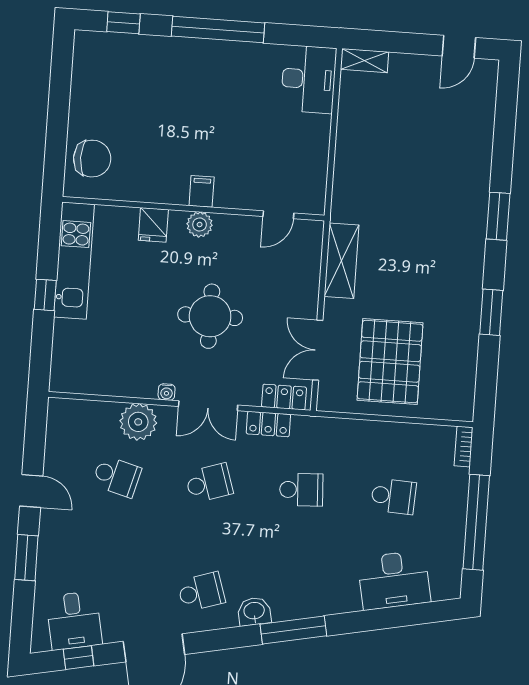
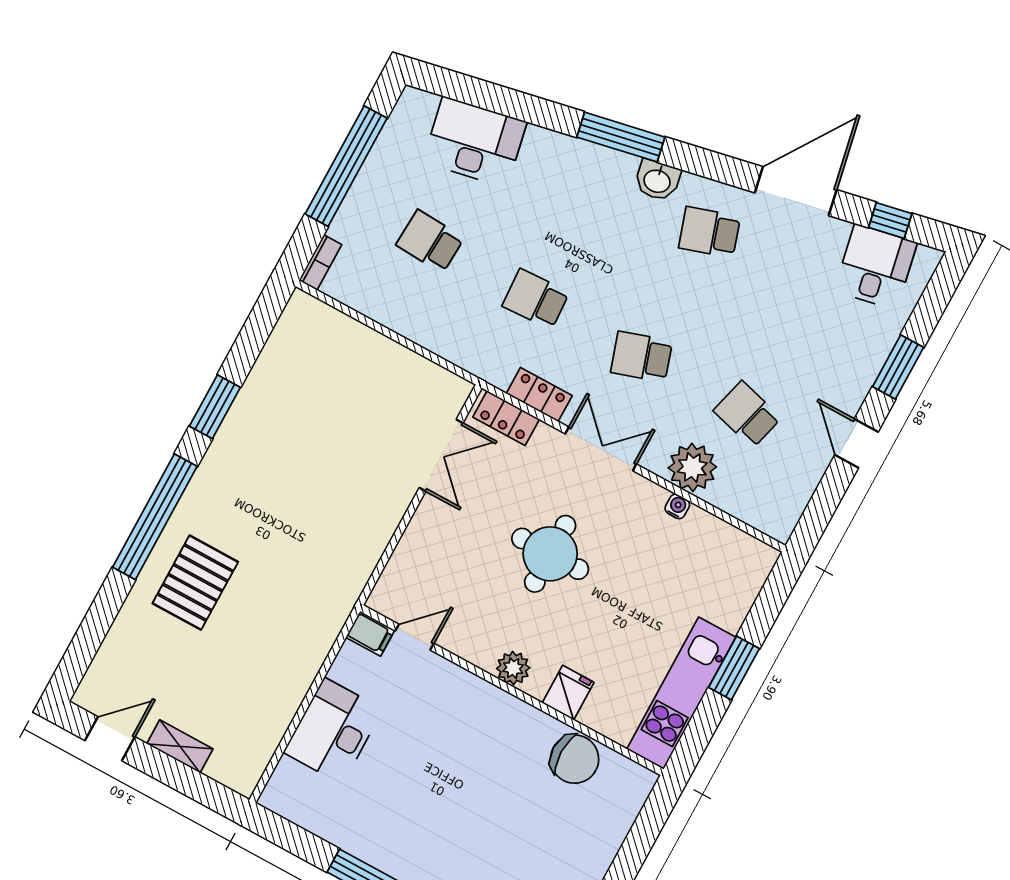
shelving: (364, 61) -> (180, 746), moved
desk: (309, 79) -> (333, 731), moved
chair: (92, 159) -> (575, 759), moved, turned 180
filing cabinet: (202, 191) -> (370, 634), moved, turned -90
window: (498, 216) -> (155, 517), width x2.11
shelving: (341, 261) -> (365, 549), removed
window: (45, 295) -> (734, 668), width x1.50
pallet: (390, 362) -> (195, 583), moved, width x0.73, depth x0.71
water cooler: (167, 392) -> (677, 506), moved

